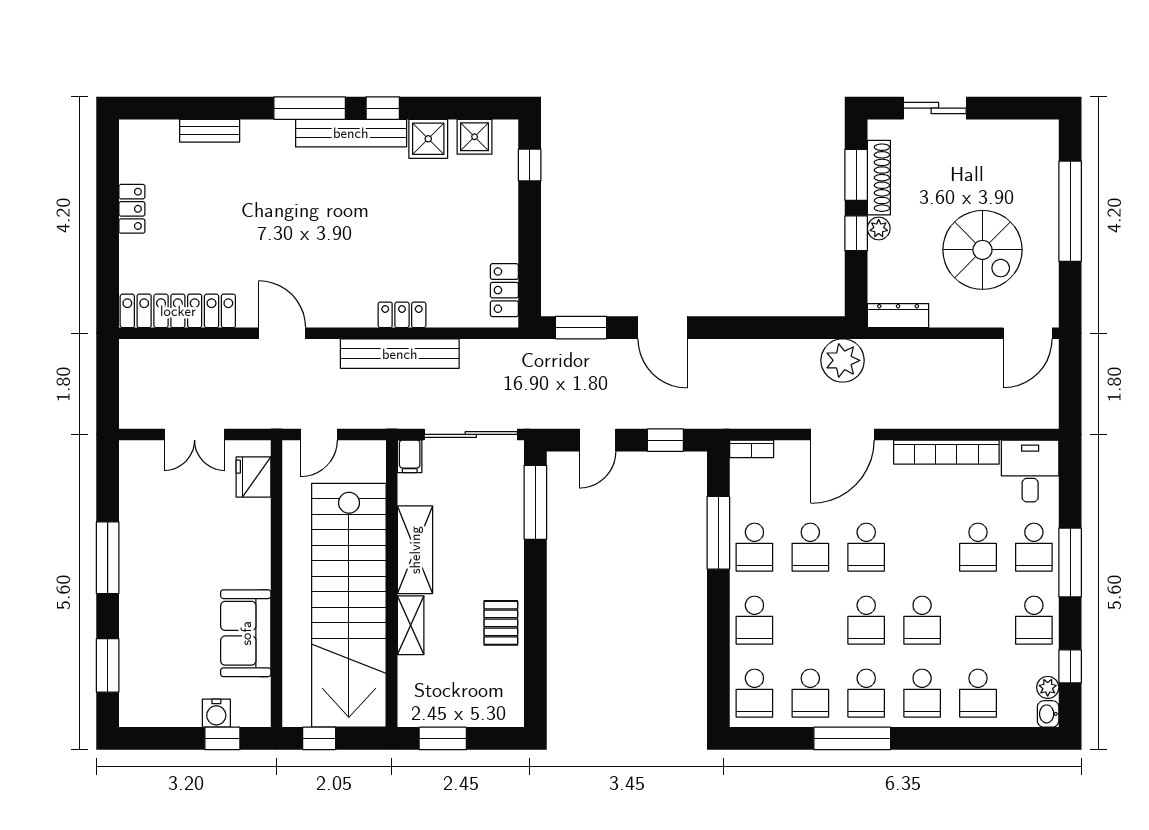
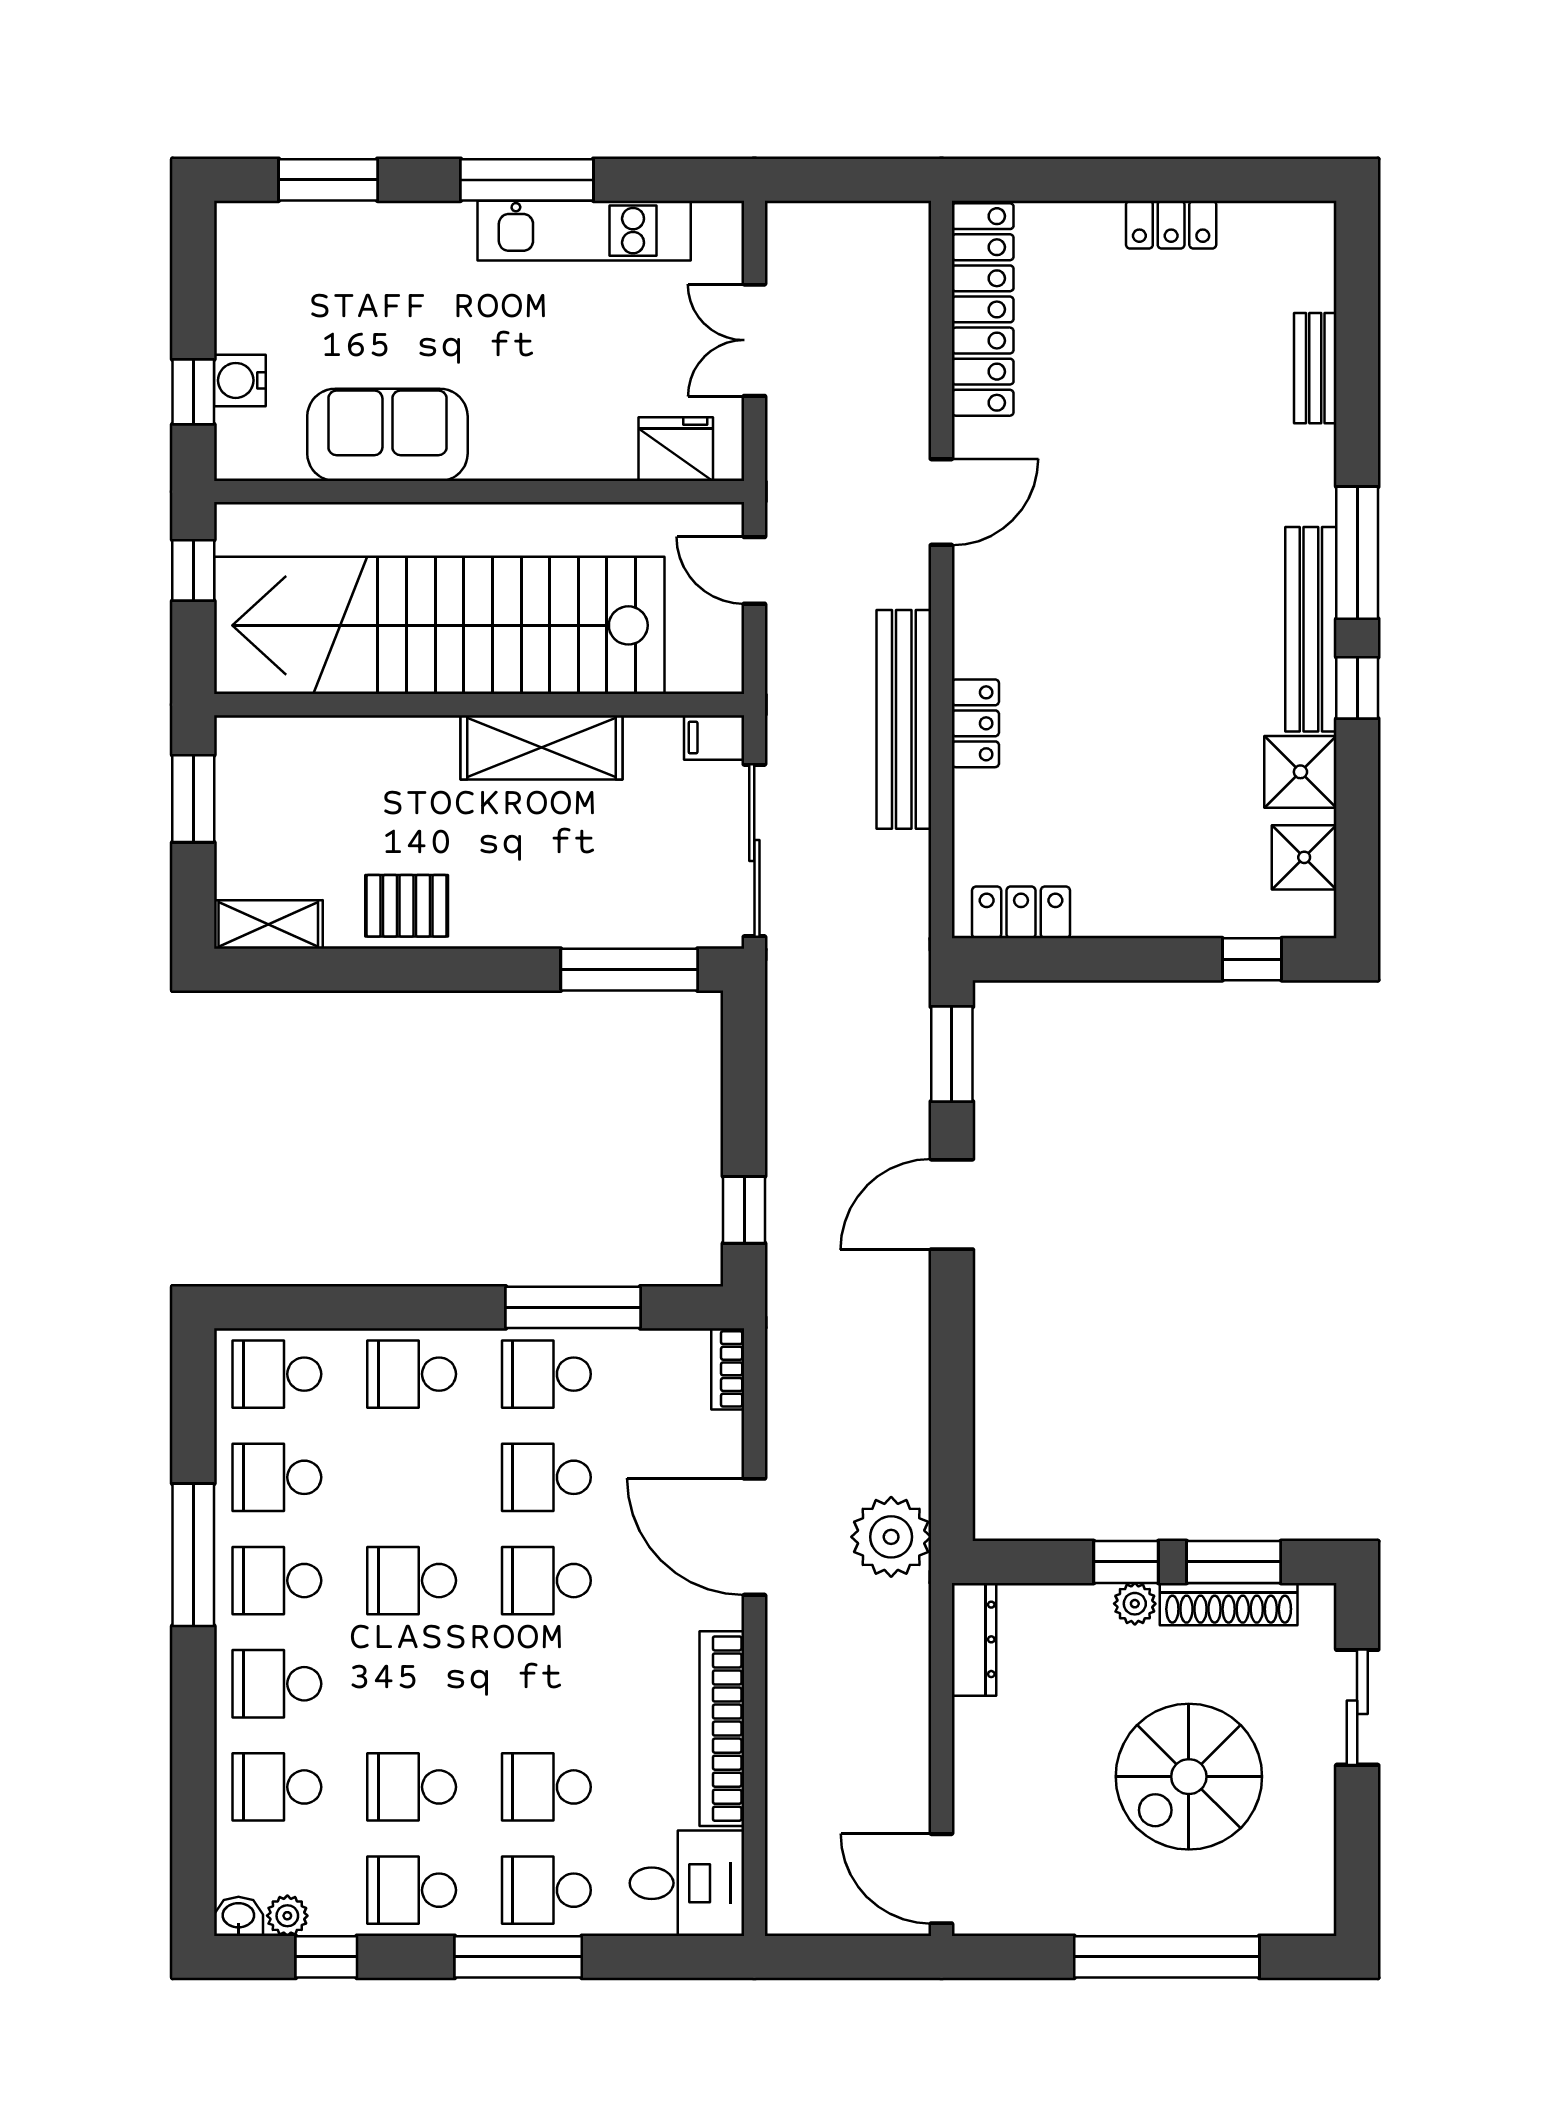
spiral stairs: (982, 250) -> (1189, 1777), moved
door: (597, 440) -> (744, 1084), removed
kitchen unit: (135, 527) -> (584, 231), added
school desk: (922, 620) -> (412, 1787), moved
shelving: (411, 625) -> (268, 924), moved

